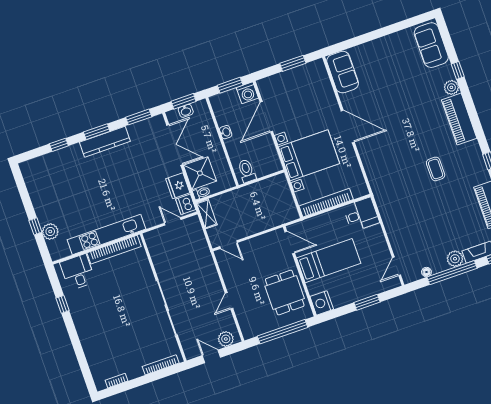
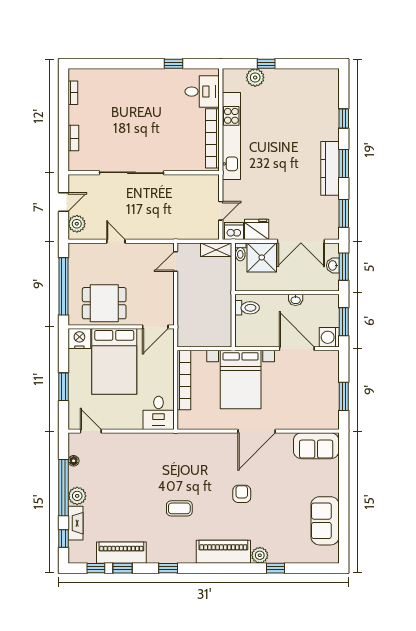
sofa: (431, 45) -> (325, 521), moved, turned -90
armchair: (405, 121) -> (242, 494), added
bed: (329, 261) -> (114, 361), width x1.50
bookcase: (161, 365) -> (73, 138), width x0.64

